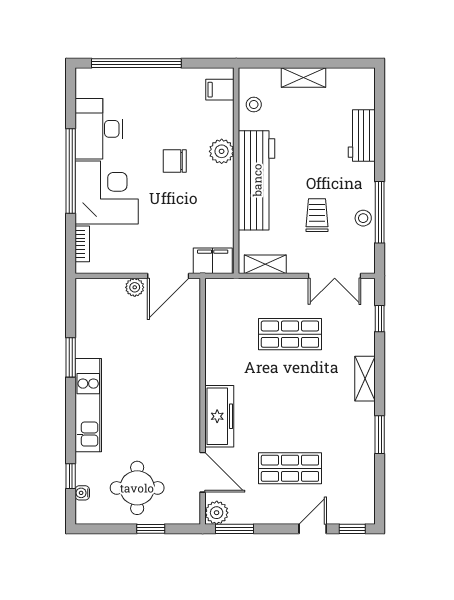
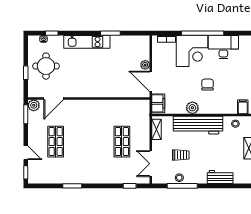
plant: (222, 151) -> (192, 108), moved
shelving: (365, 379) -> (100, 179), removed
freezer: (219, 416) -> (81, 107), removed

